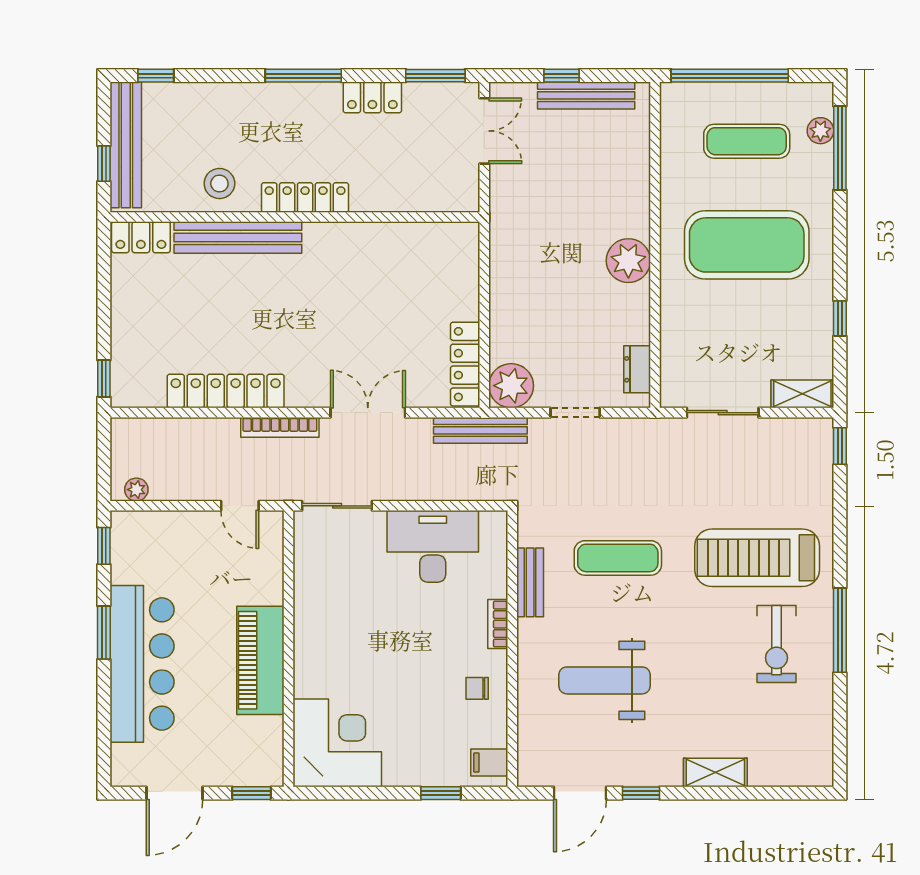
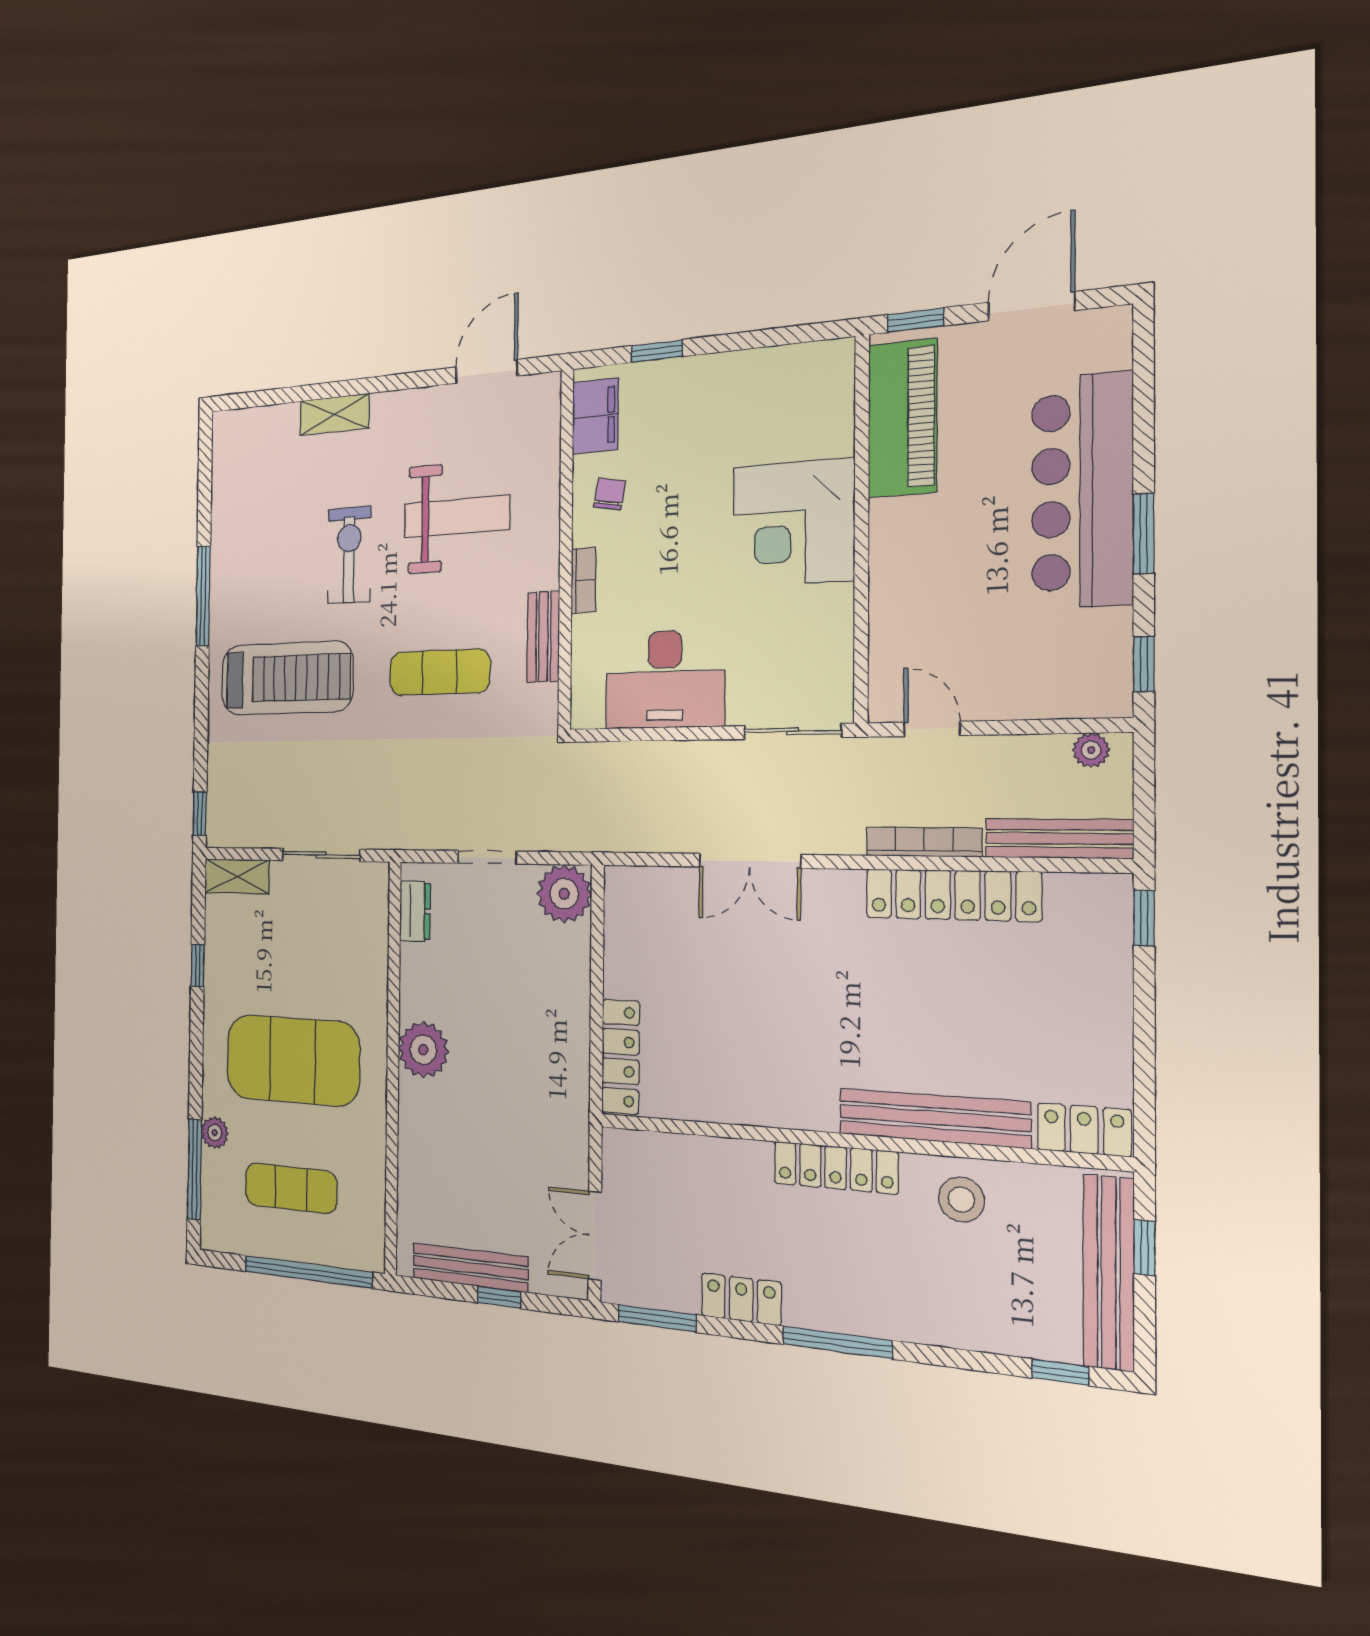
plant: (820, 131) -> (215, 1133), moved
locker: (465, 364) -> (621, 1057), moved
bookcase: (280, 427) -> (924, 842), moved
bench: (480, 430) -> (1059, 839), moved
exercise bike: (776, 644) -> (349, 555), moved
piano: (260, 660) -> (903, 418), moved
chair: (477, 688) -> (610, 494), turned -80
corner desk: (337, 743) -> (793, 523), moved
filing cabinet: (489, 763) -> (595, 416), width x2.00
window: (641, 793) -> (417, 380), removed

